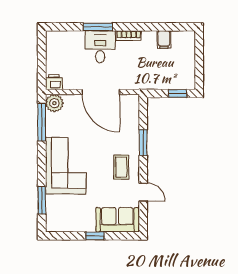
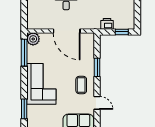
printer: (54, 82) -> (107, 24), moved

